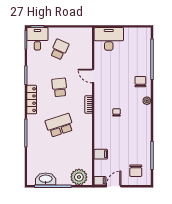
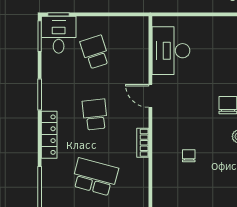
desk: (109, 39) -> (171, 51), moved, turned -90
school desk: (59, 49) -> (95, 52), turned -42
school desk: (59, 125) -> (95, 177), turned 33

